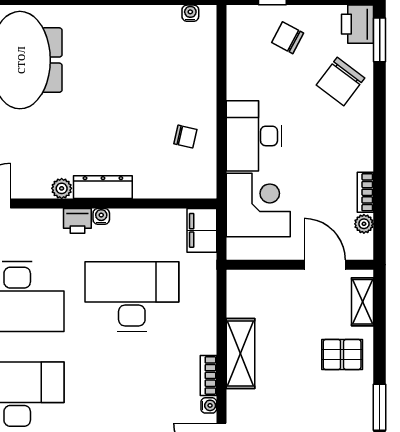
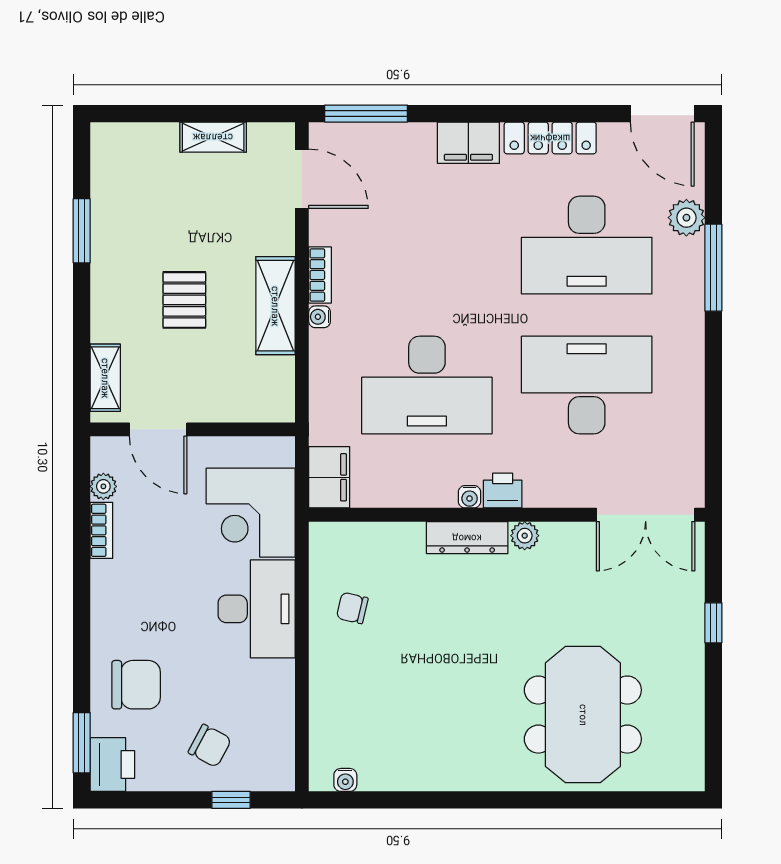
chair: (340, 81) -> (136, 685), turned 53
pallet: (342, 354) -> (184, 300), moved, turned 90
water cooler: (209, 405) -> (320, 317), moved

